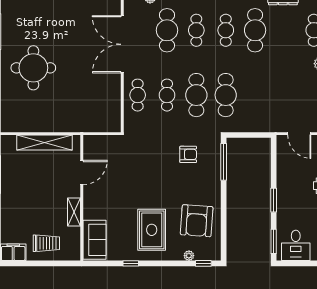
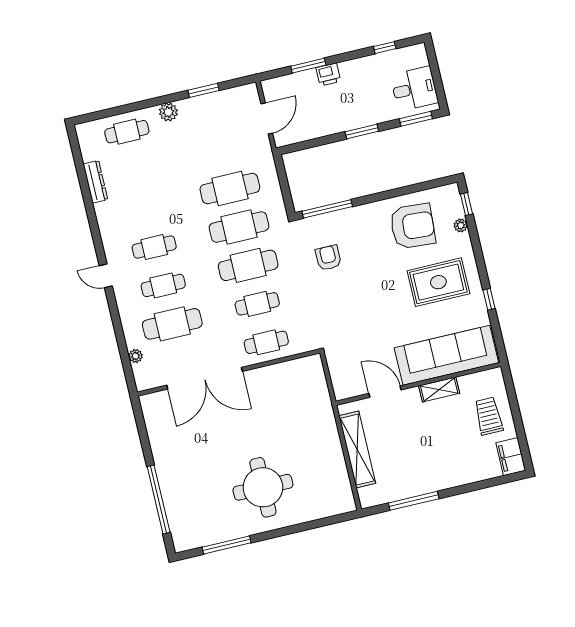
cafe table: (255, 30) -> (230, 189), moved
sofa: (94, 240) -> (446, 355), width x1.85, depth x1.27

